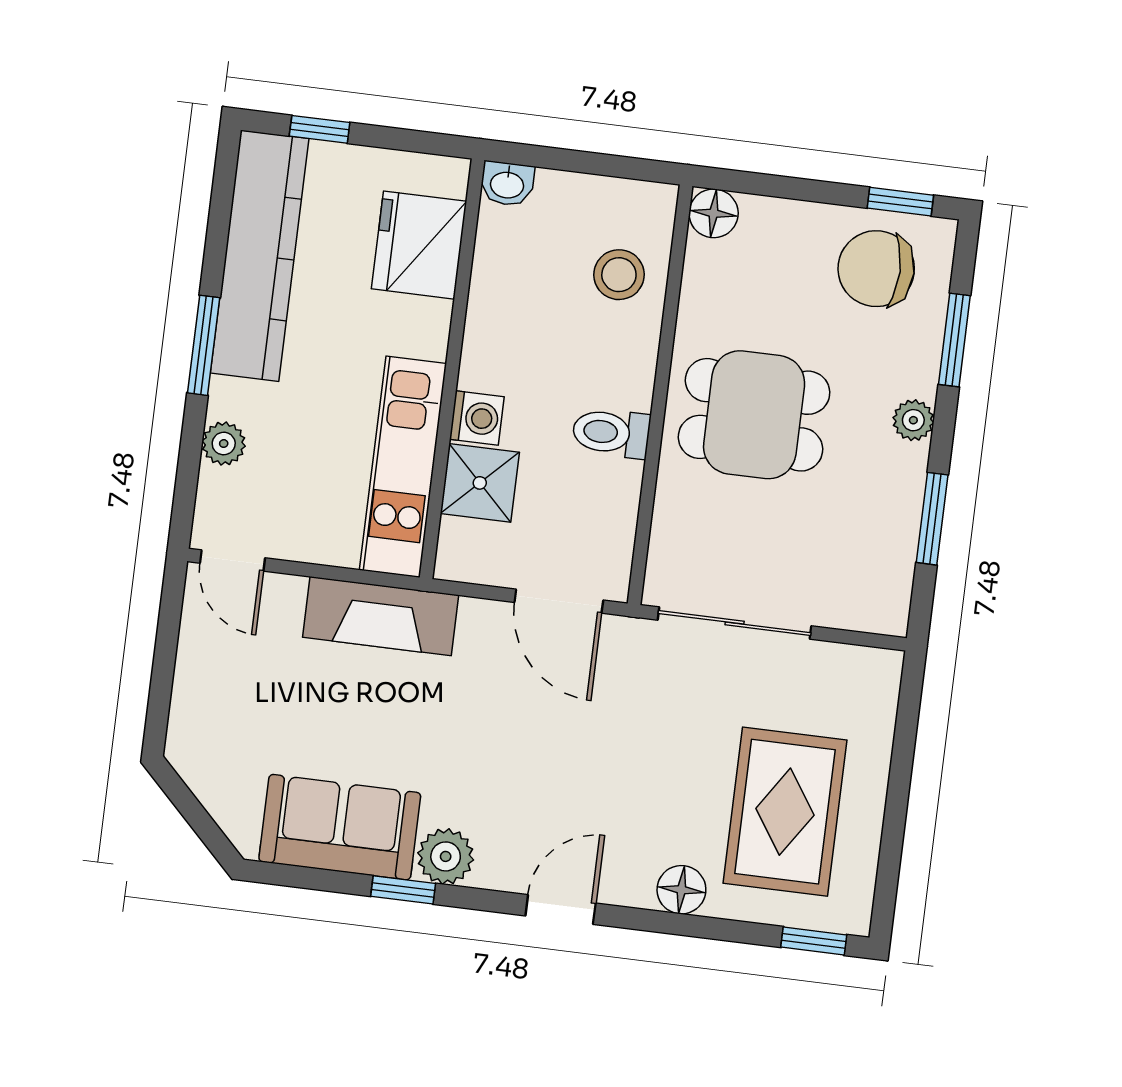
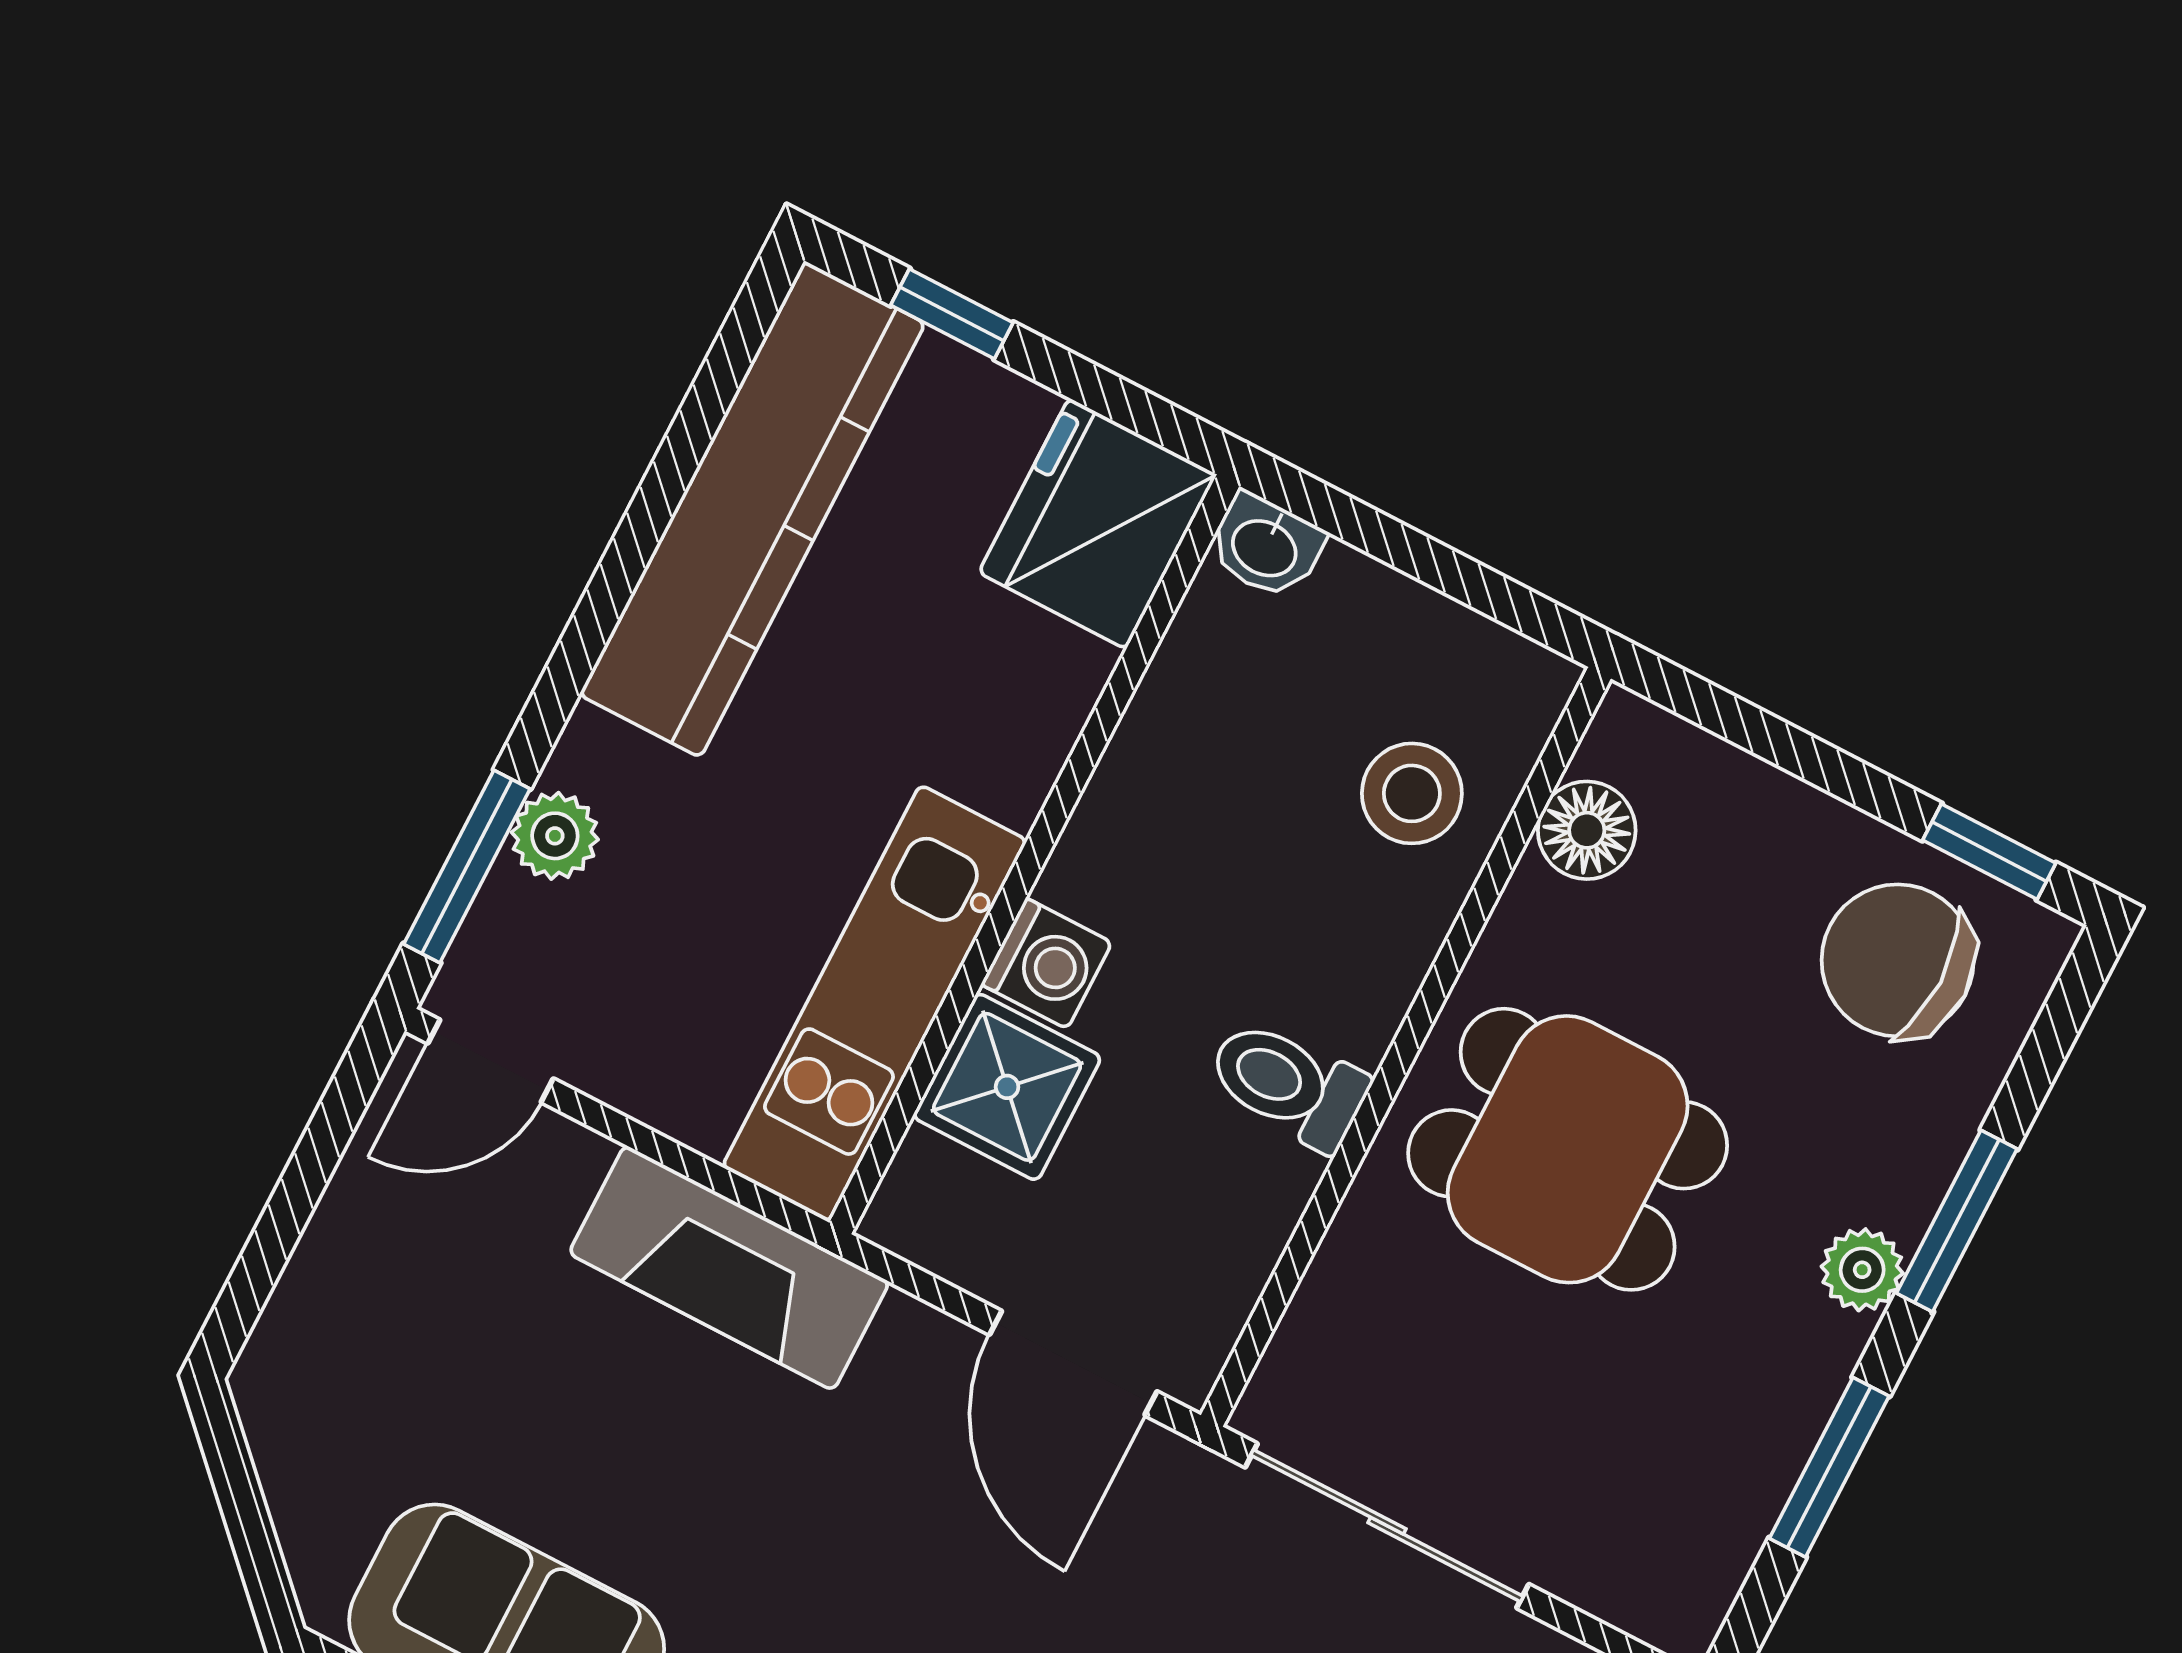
floor lamp: (714, 213) -> (1587, 830), moved
fridge: (419, 245) -> (1098, 524), moved
window: (954, 340) -> (1957, 1221), moved
window: (204, 345) -> (467, 866), moved
door: (233, 561) -> (490, 1061), hinge flipped

